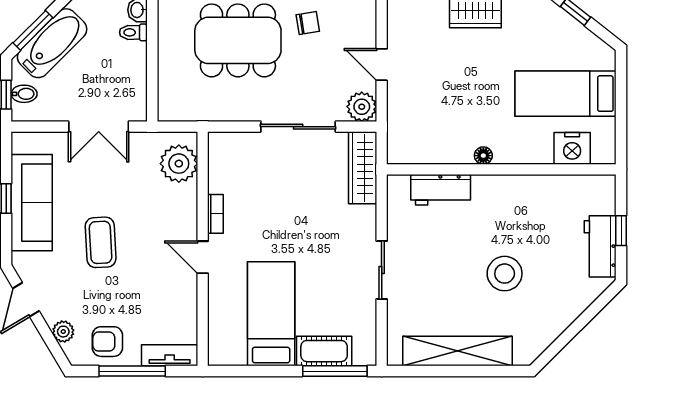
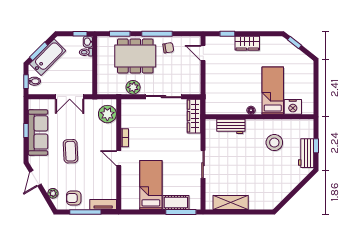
door: (382, 65) -> (203, 53), moved
bed: (566, 94) -> (273, 91), moved, turned 90
plant: (362, 107) -> (133, 87), moved
stool: (505, 274) -> (274, 143), moved
shelving: (458, 351) -> (231, 202), width x0.68

